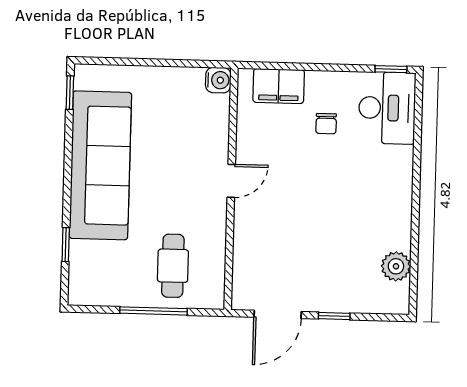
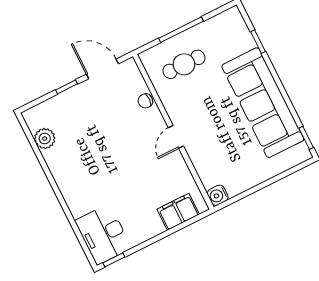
chair: (326, 124) -> (145, 101), moved, turned -90
cafe table: (173, 266) -> (184, 64), turned 90
door: (278, 314) -> (102, 69), hinge flipped

